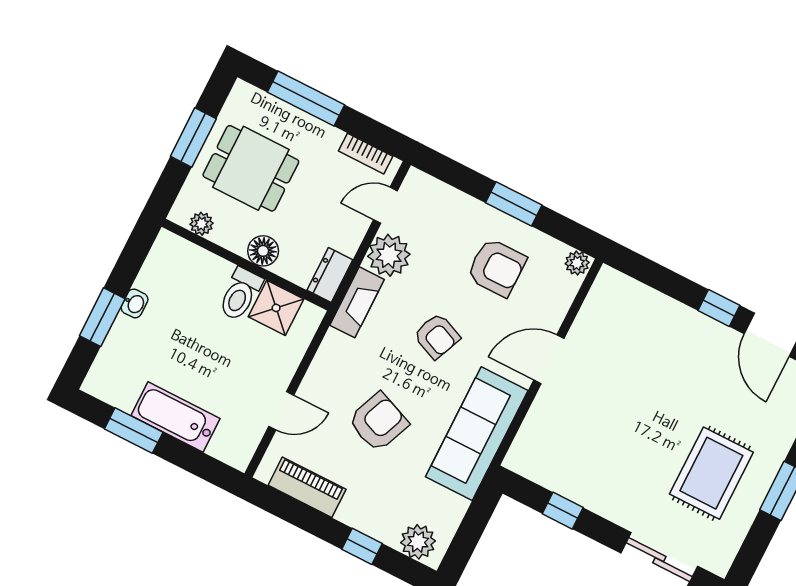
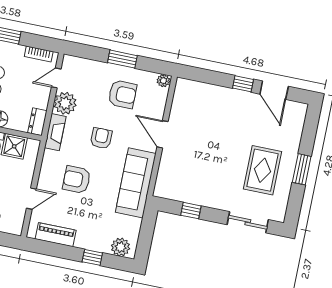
armchair: (437, 336) -> (101, 138), turned -113
door: (549, 359) -> (162, 134), hinge flipped
armchair: (378, 422) -> (77, 180), moved, turned -112

